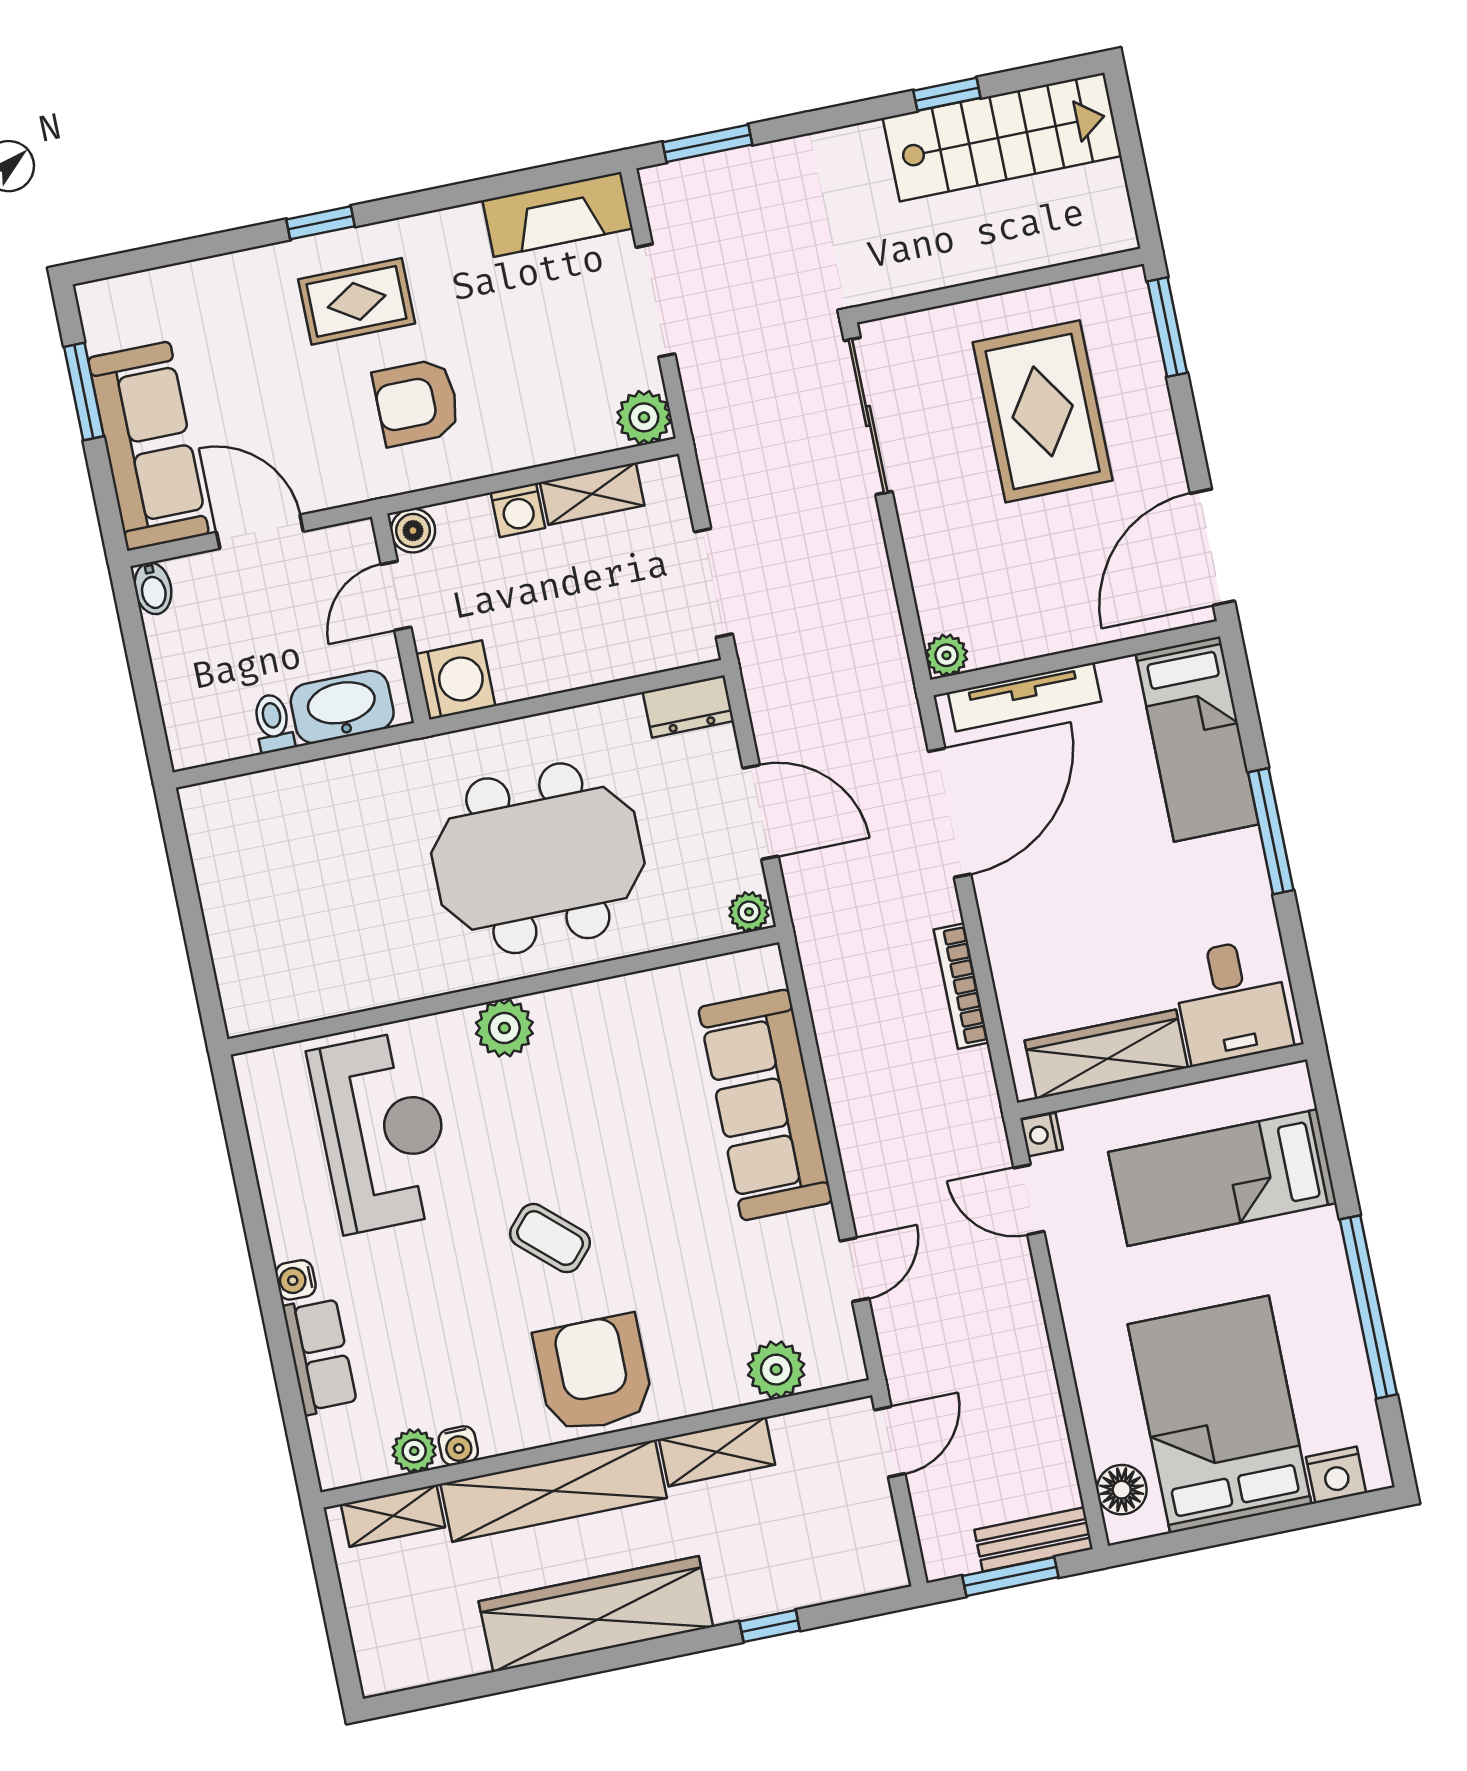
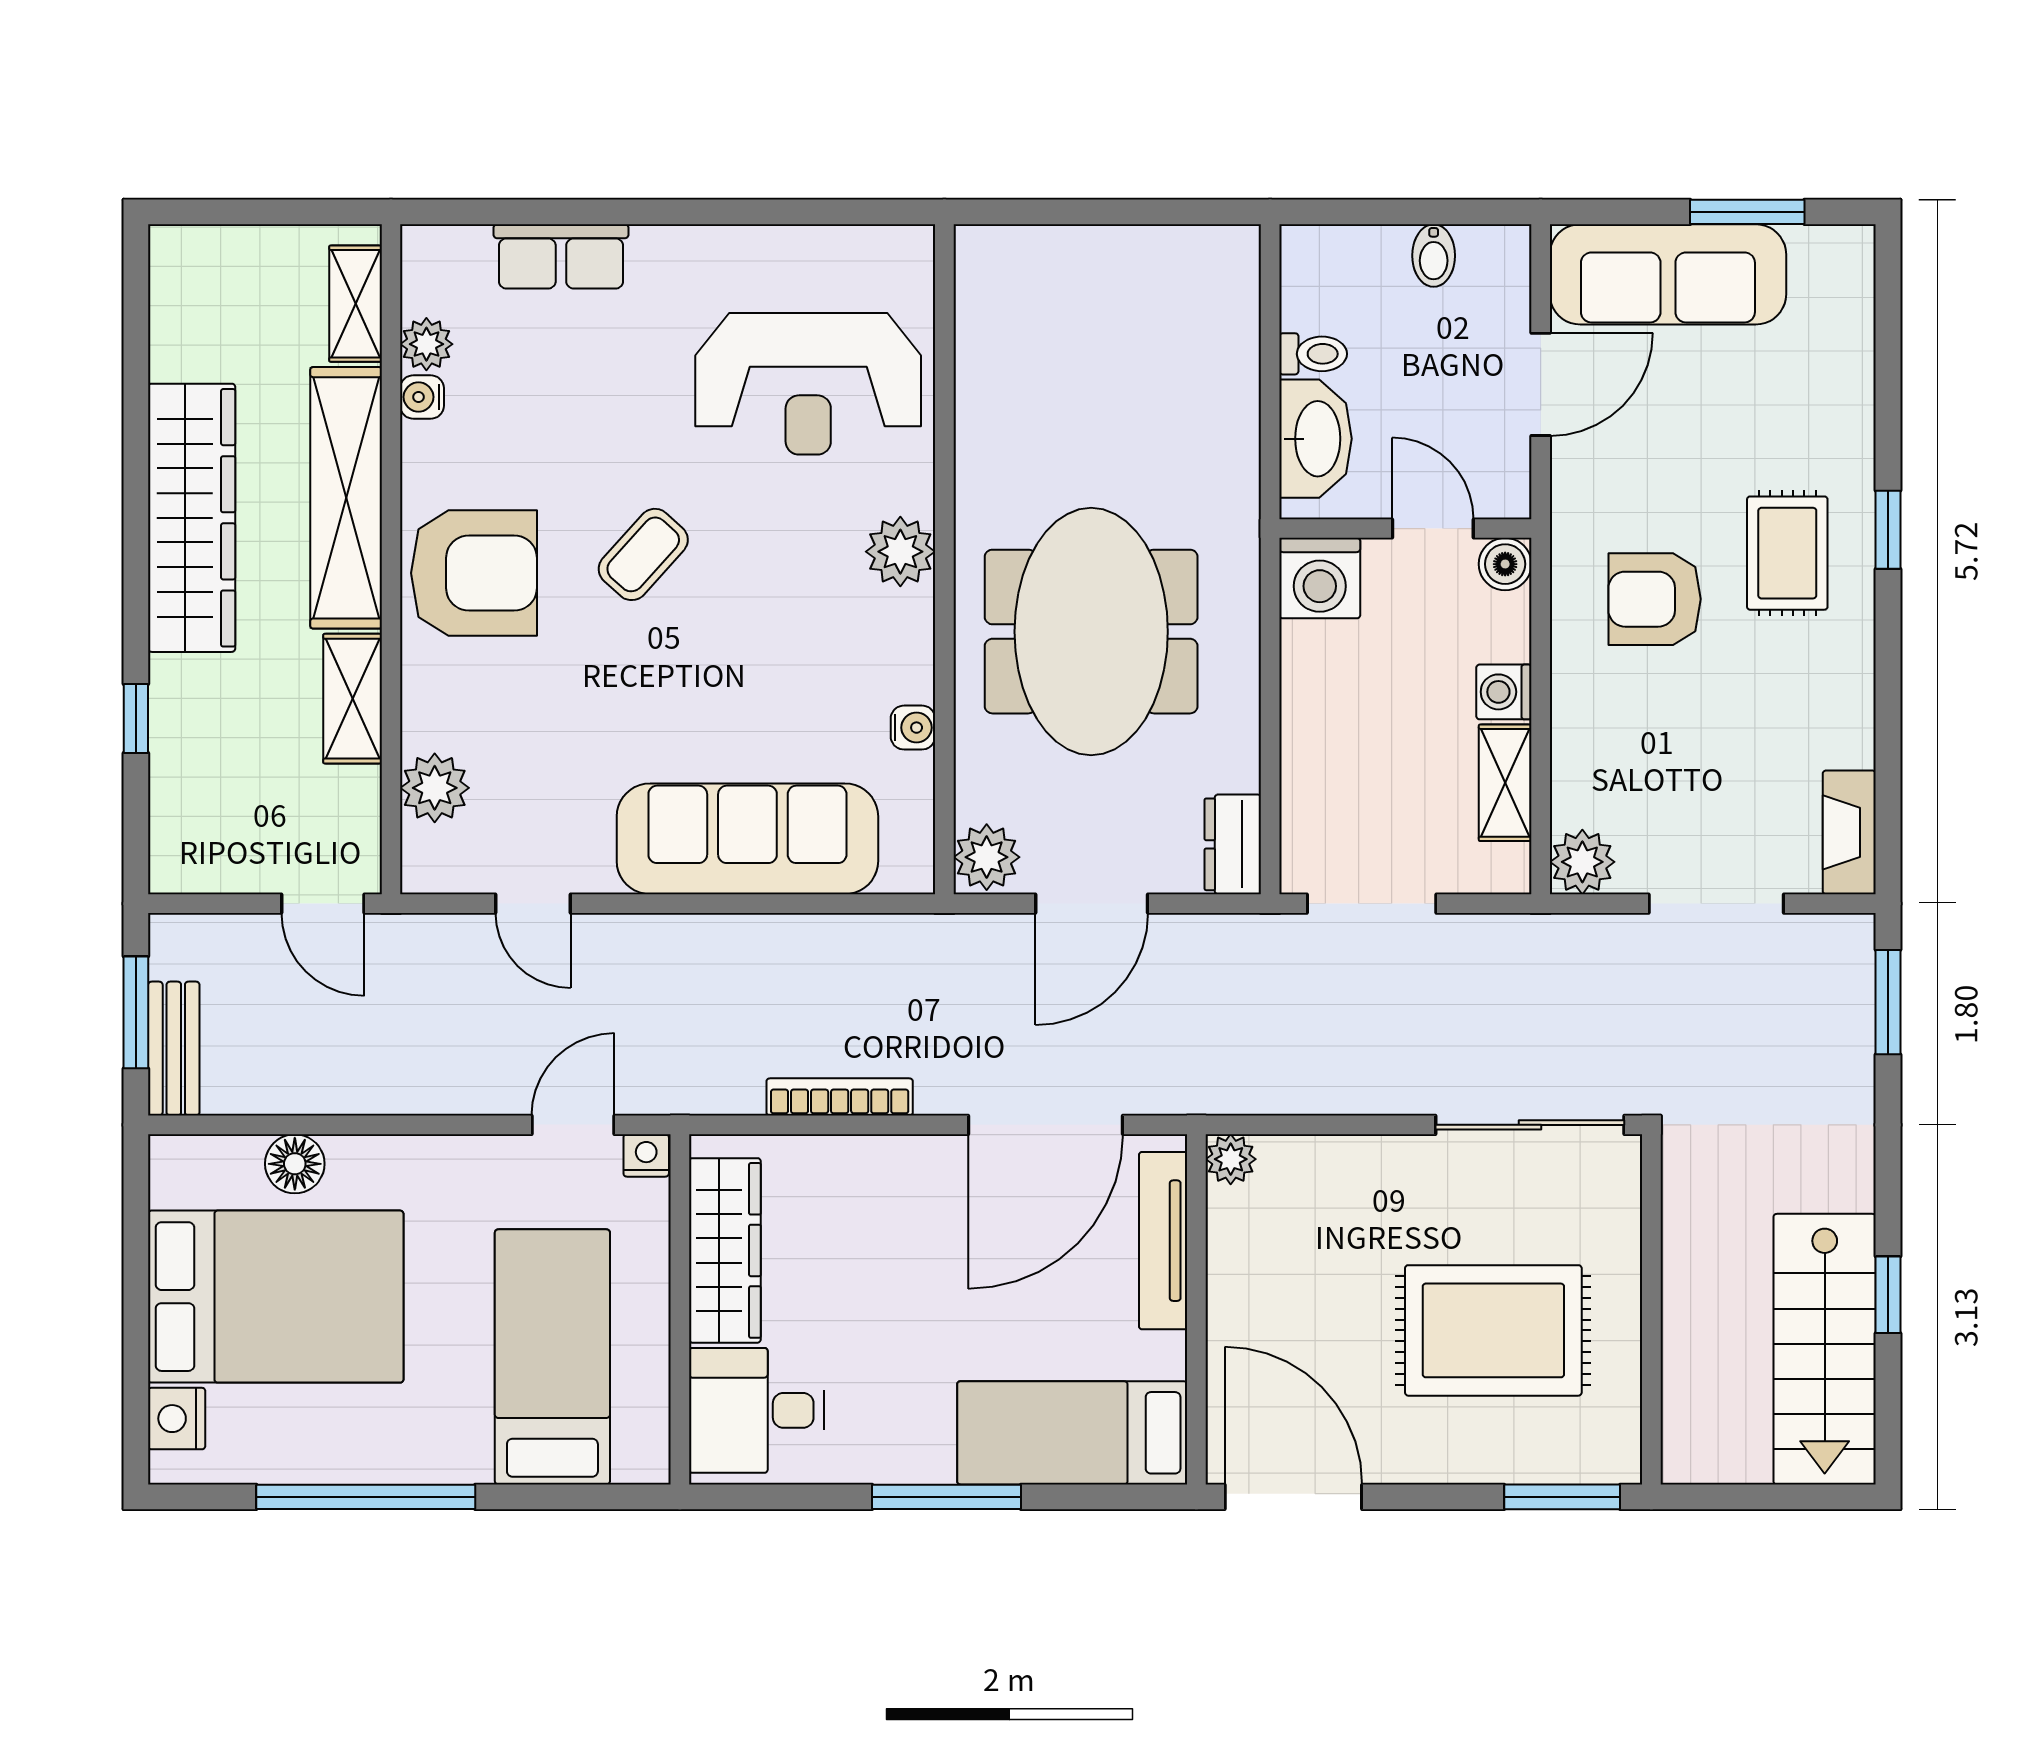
fireplace: (558, 214) -> (1849, 832), width x0.73, depth x0.76
armchair: (417, 402) -> (1655, 599), turned -90
bidet: (153, 588) -> (1434, 256), moved, turned -90
door: (950, 813) -> (1045, 1125), hinge flipped
plant: (749, 912) -> (987, 857), width x1.38, depth x1.38
water cooler: (296, 1280) -> (913, 728), moved, turned 90
floor lamp: (1122, 1490) -> (295, 1164), moved

